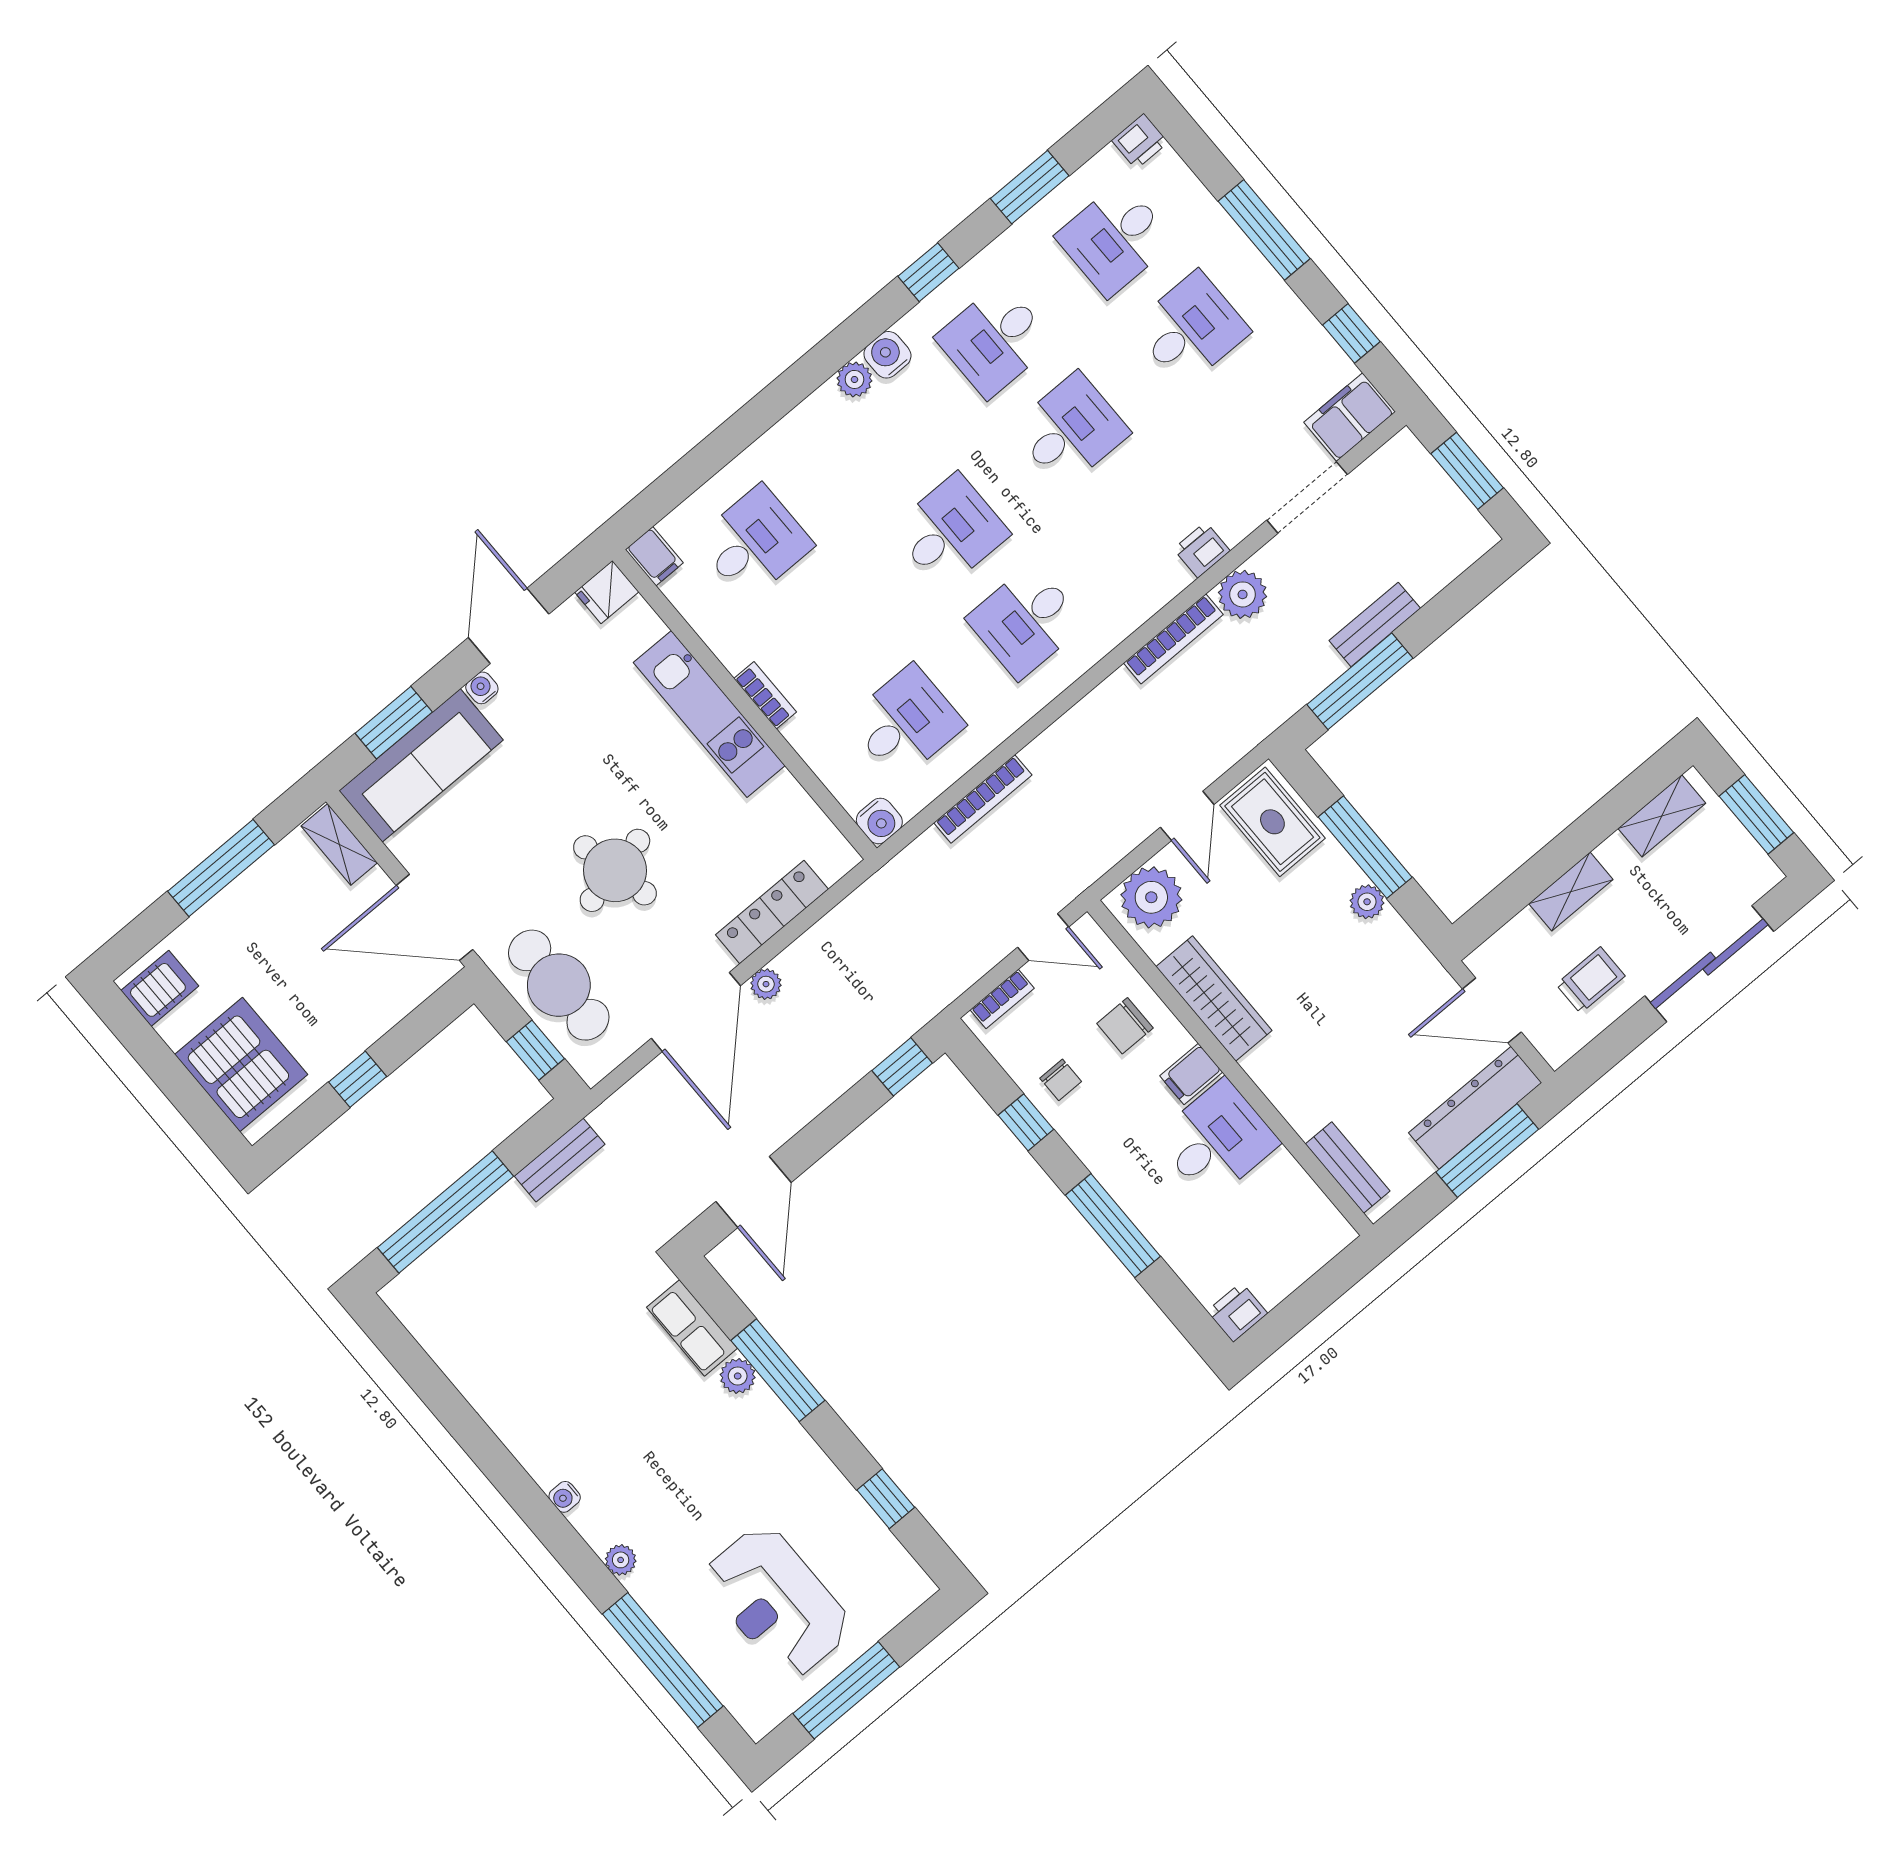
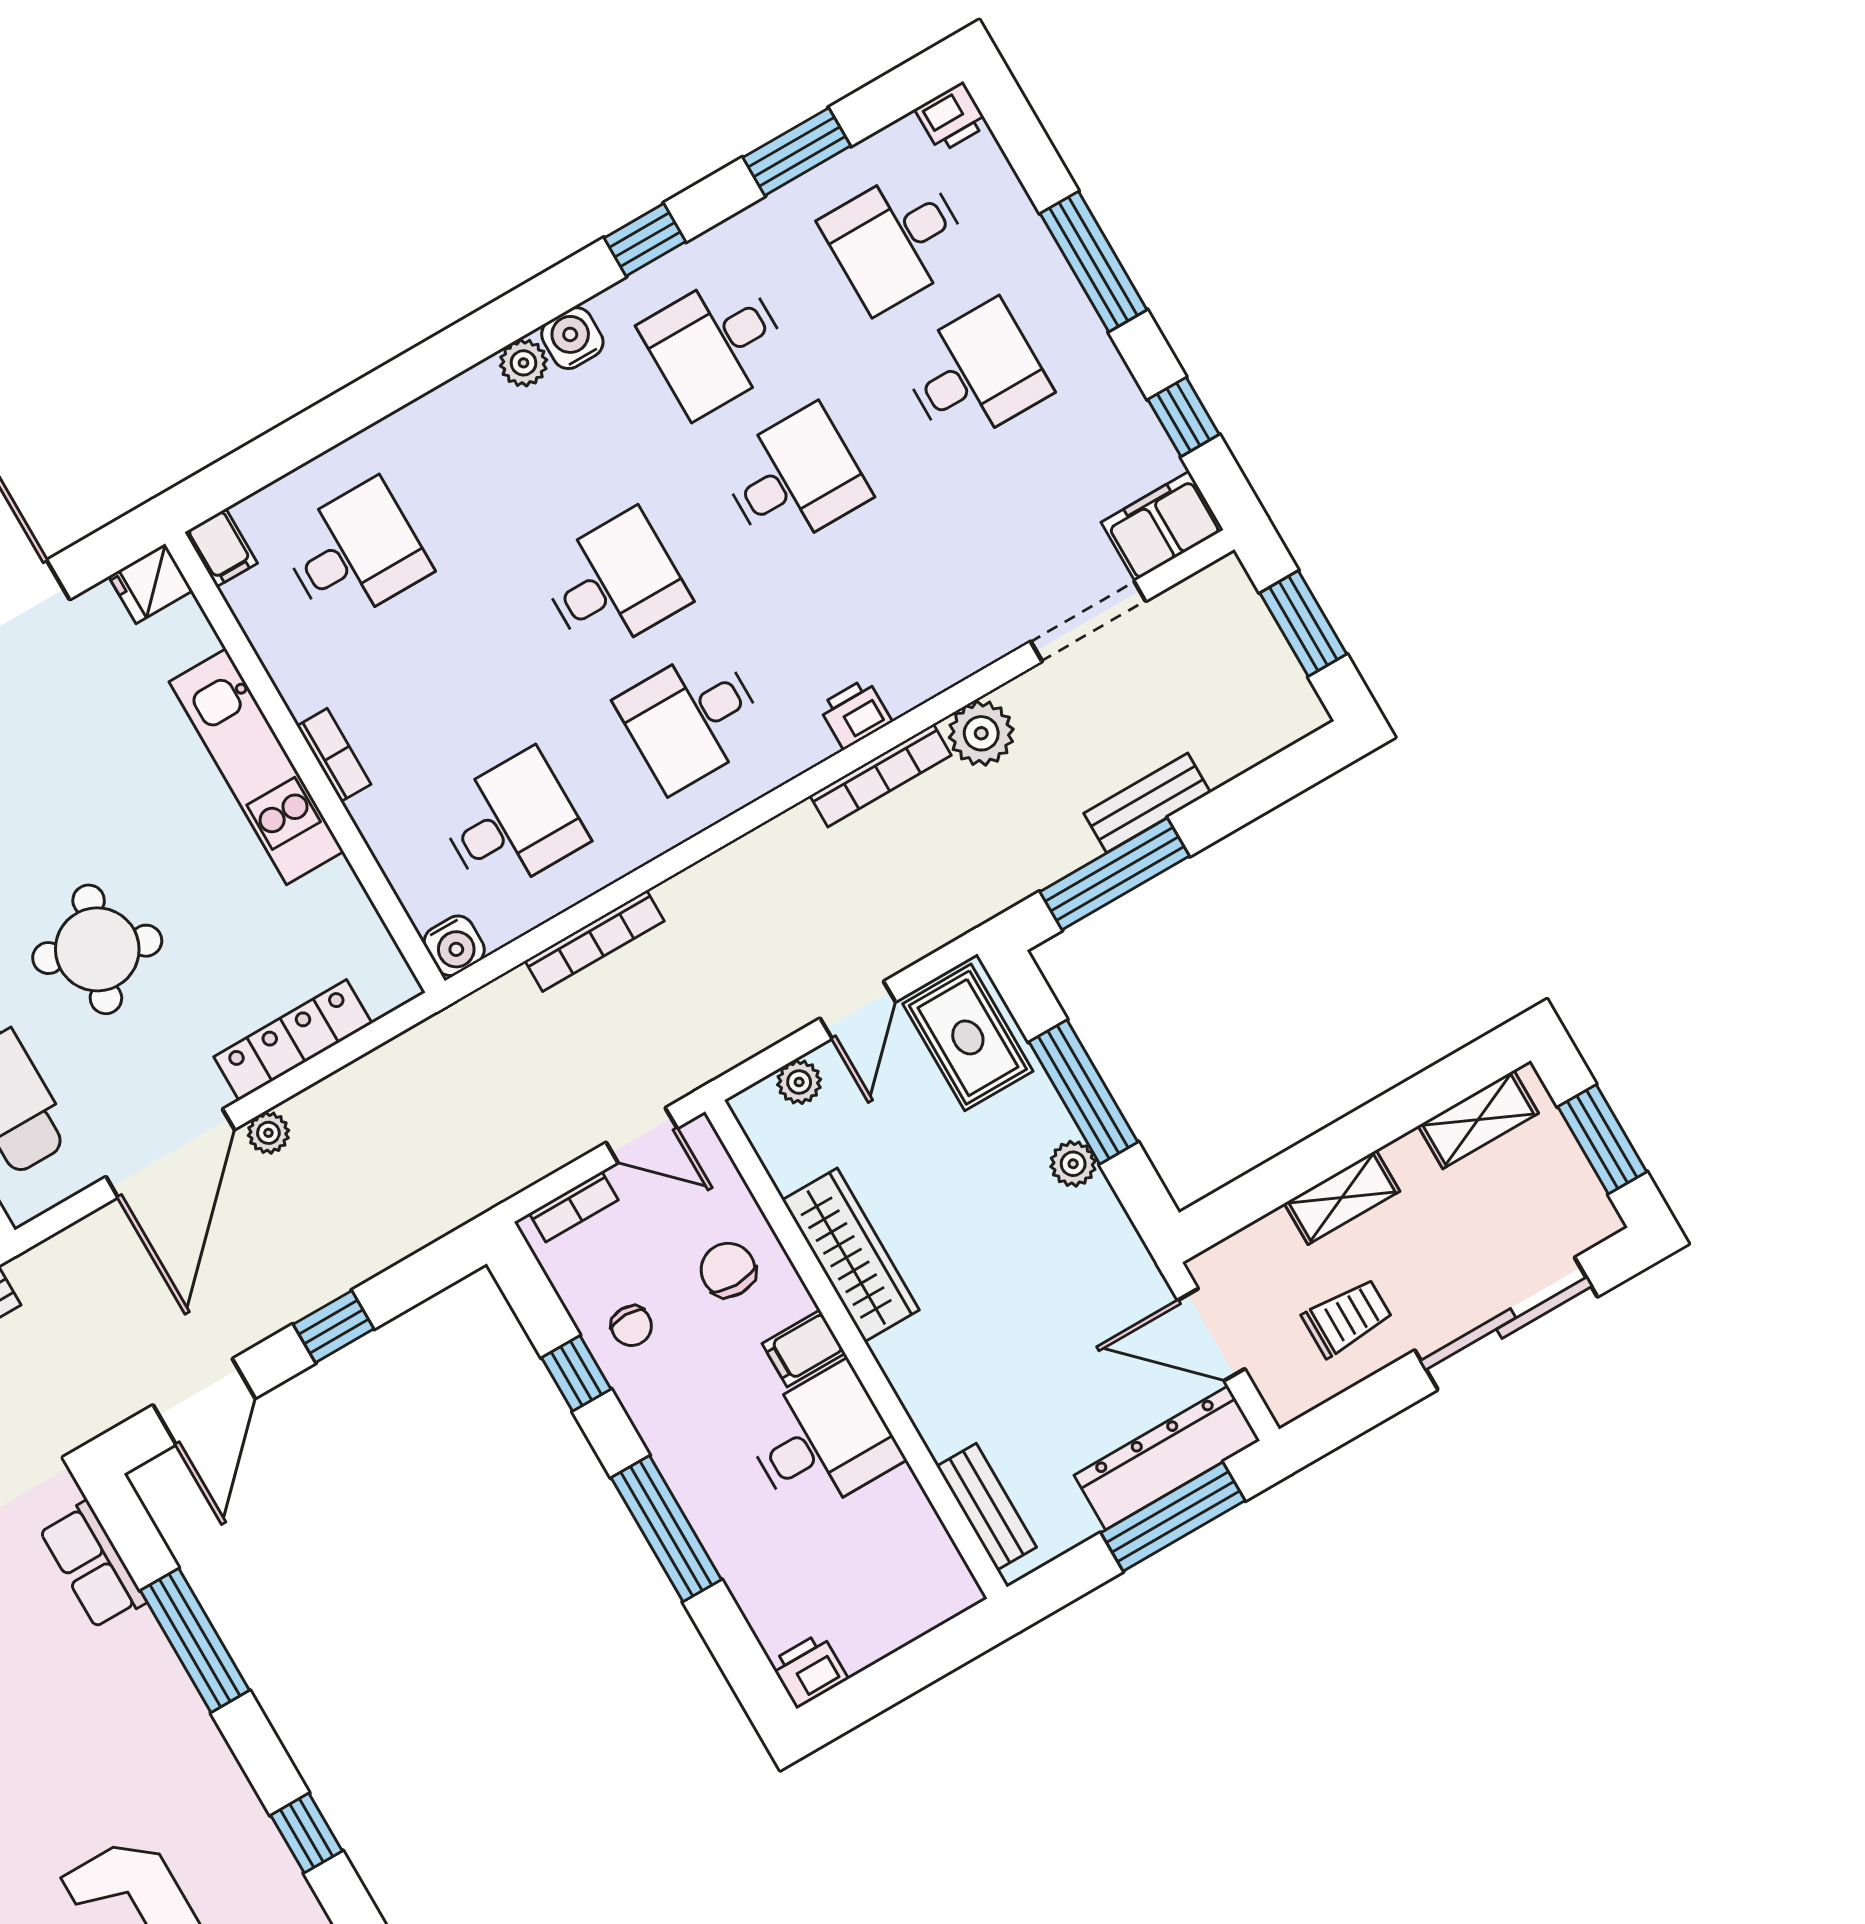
printer: (1202, 550) -> (855, 714), moved
round table: (615, 870) -> (97, 949), turned 32
plant: (1151, 897) -> (799, 1082), width x0.53, depth x0.53
chair: (1125, 1026) -> (728, 1270), turned 90
window: (902, 1067) -> (334, 1327), moved
plant: (738, 1376) -> (141, 1639), removed

